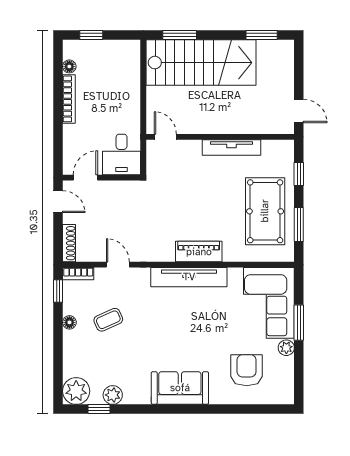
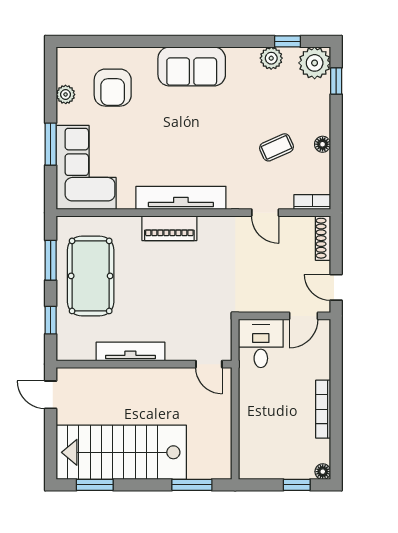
stairs: (201, 63) -> (121, 452), moved
floor lamp: (69, 66) -> (323, 472), moved
window: (58, 291) -> (336, 81), moved
plant: (286, 348) -> (66, 94), moved

